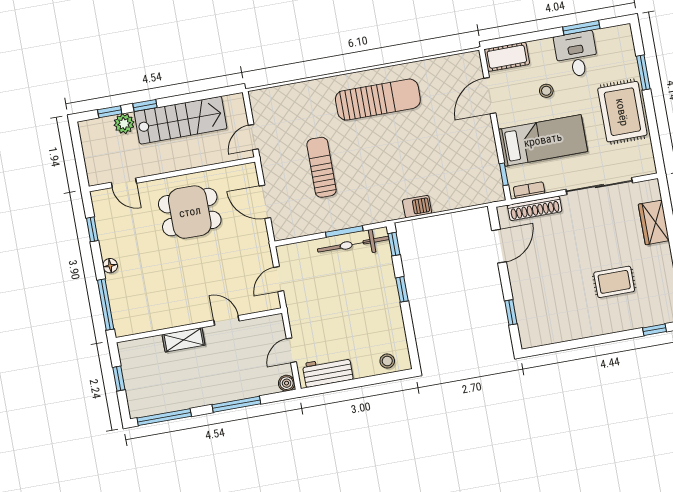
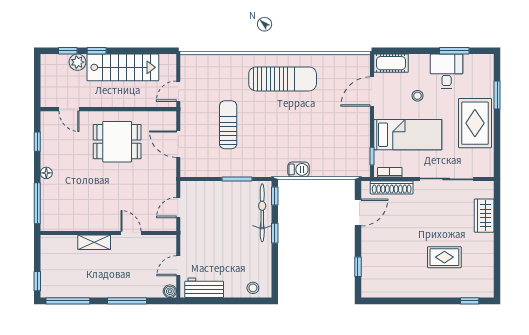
bicycle: (353, 244) -> (262, 213), moved, turned 90
window: (119, 378) -> (37, 281), moved

